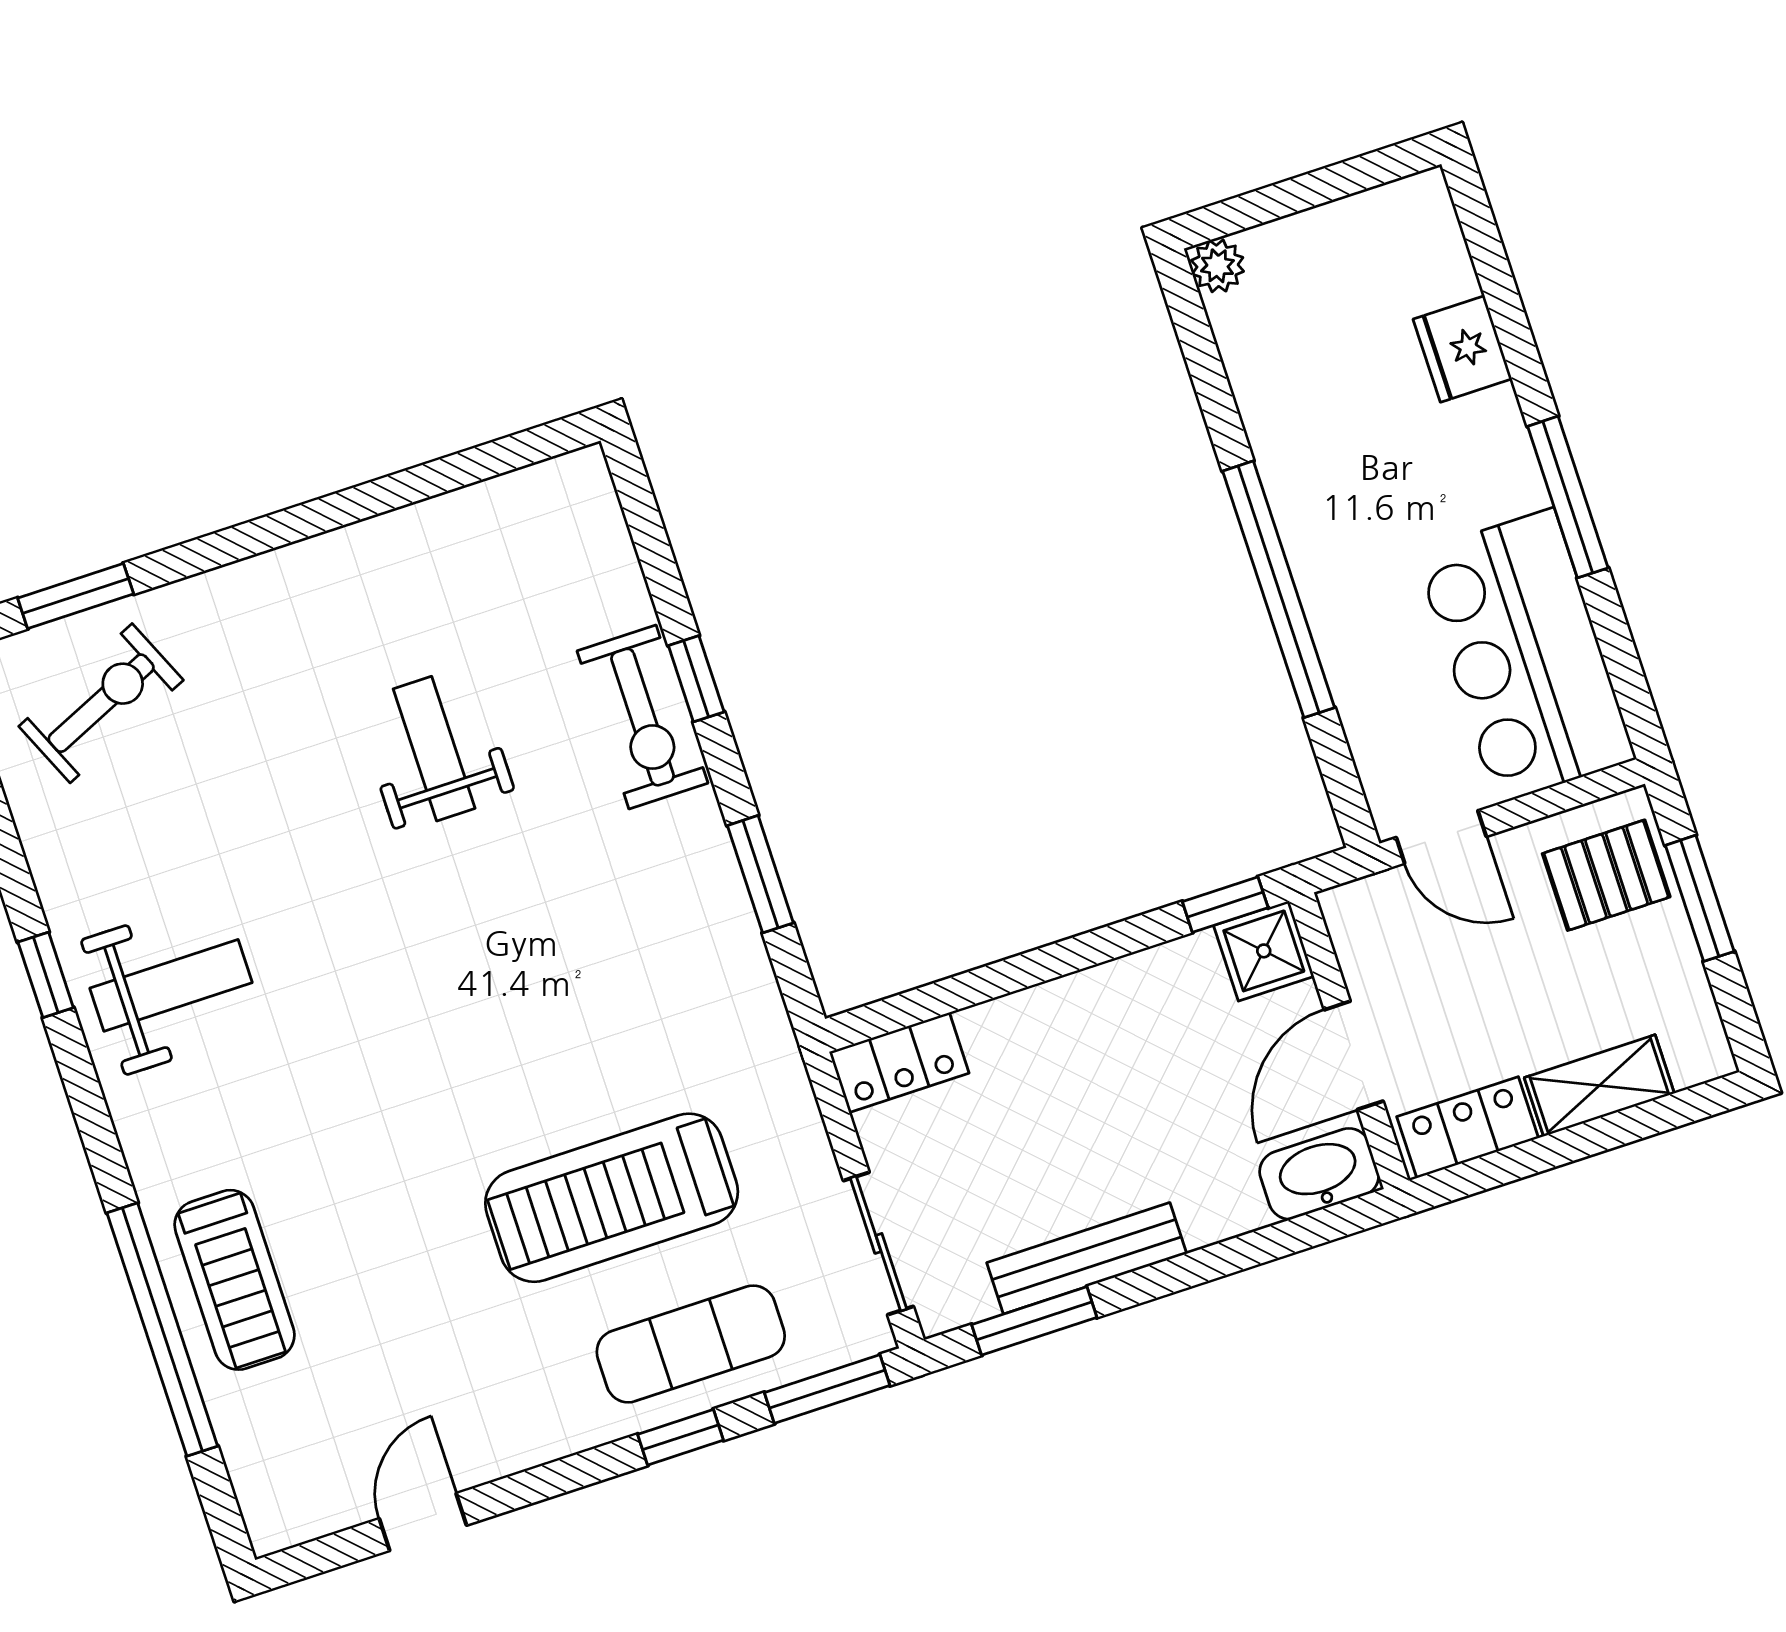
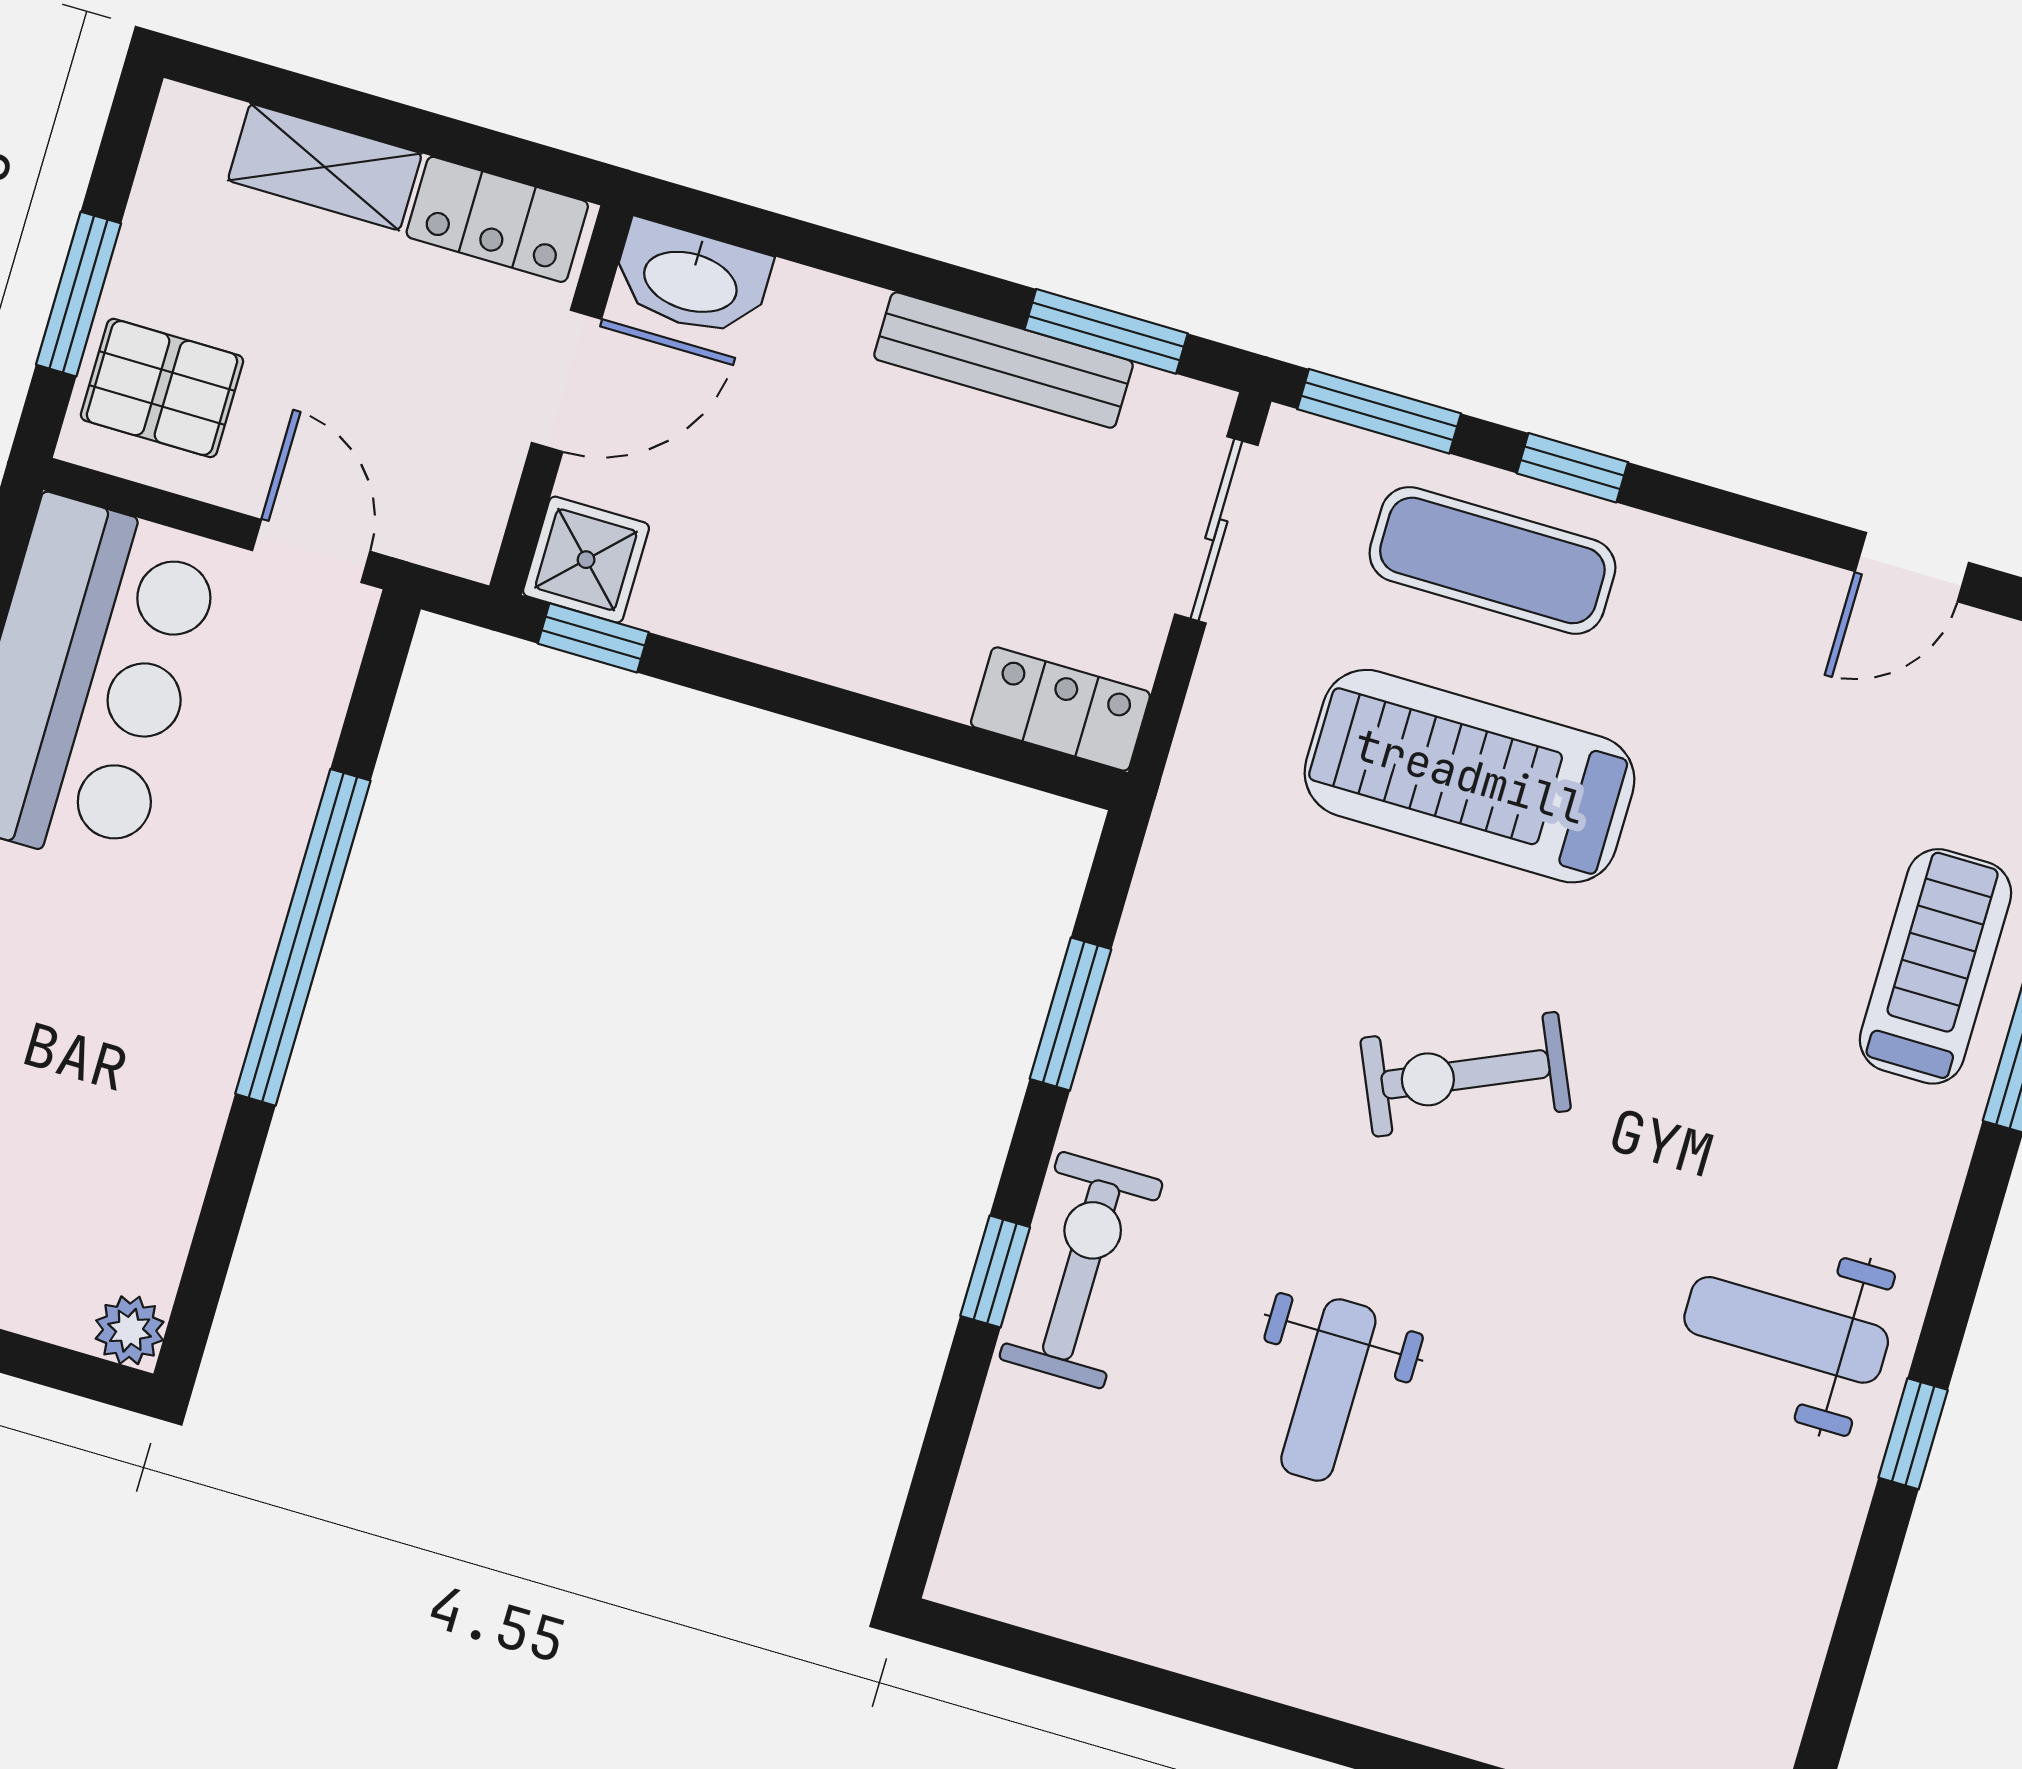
exercise bike: (101, 703) -> (1465, 1074), moved
treadmill: (612, 1198) -> (1470, 776), turned 180

